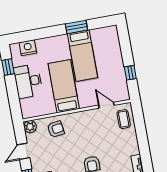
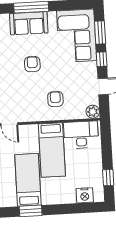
desk: (28, 81) -> (81, 135), moved, turned -90
armchair: (56, 129) -> (55, 99), moved, turned 98

